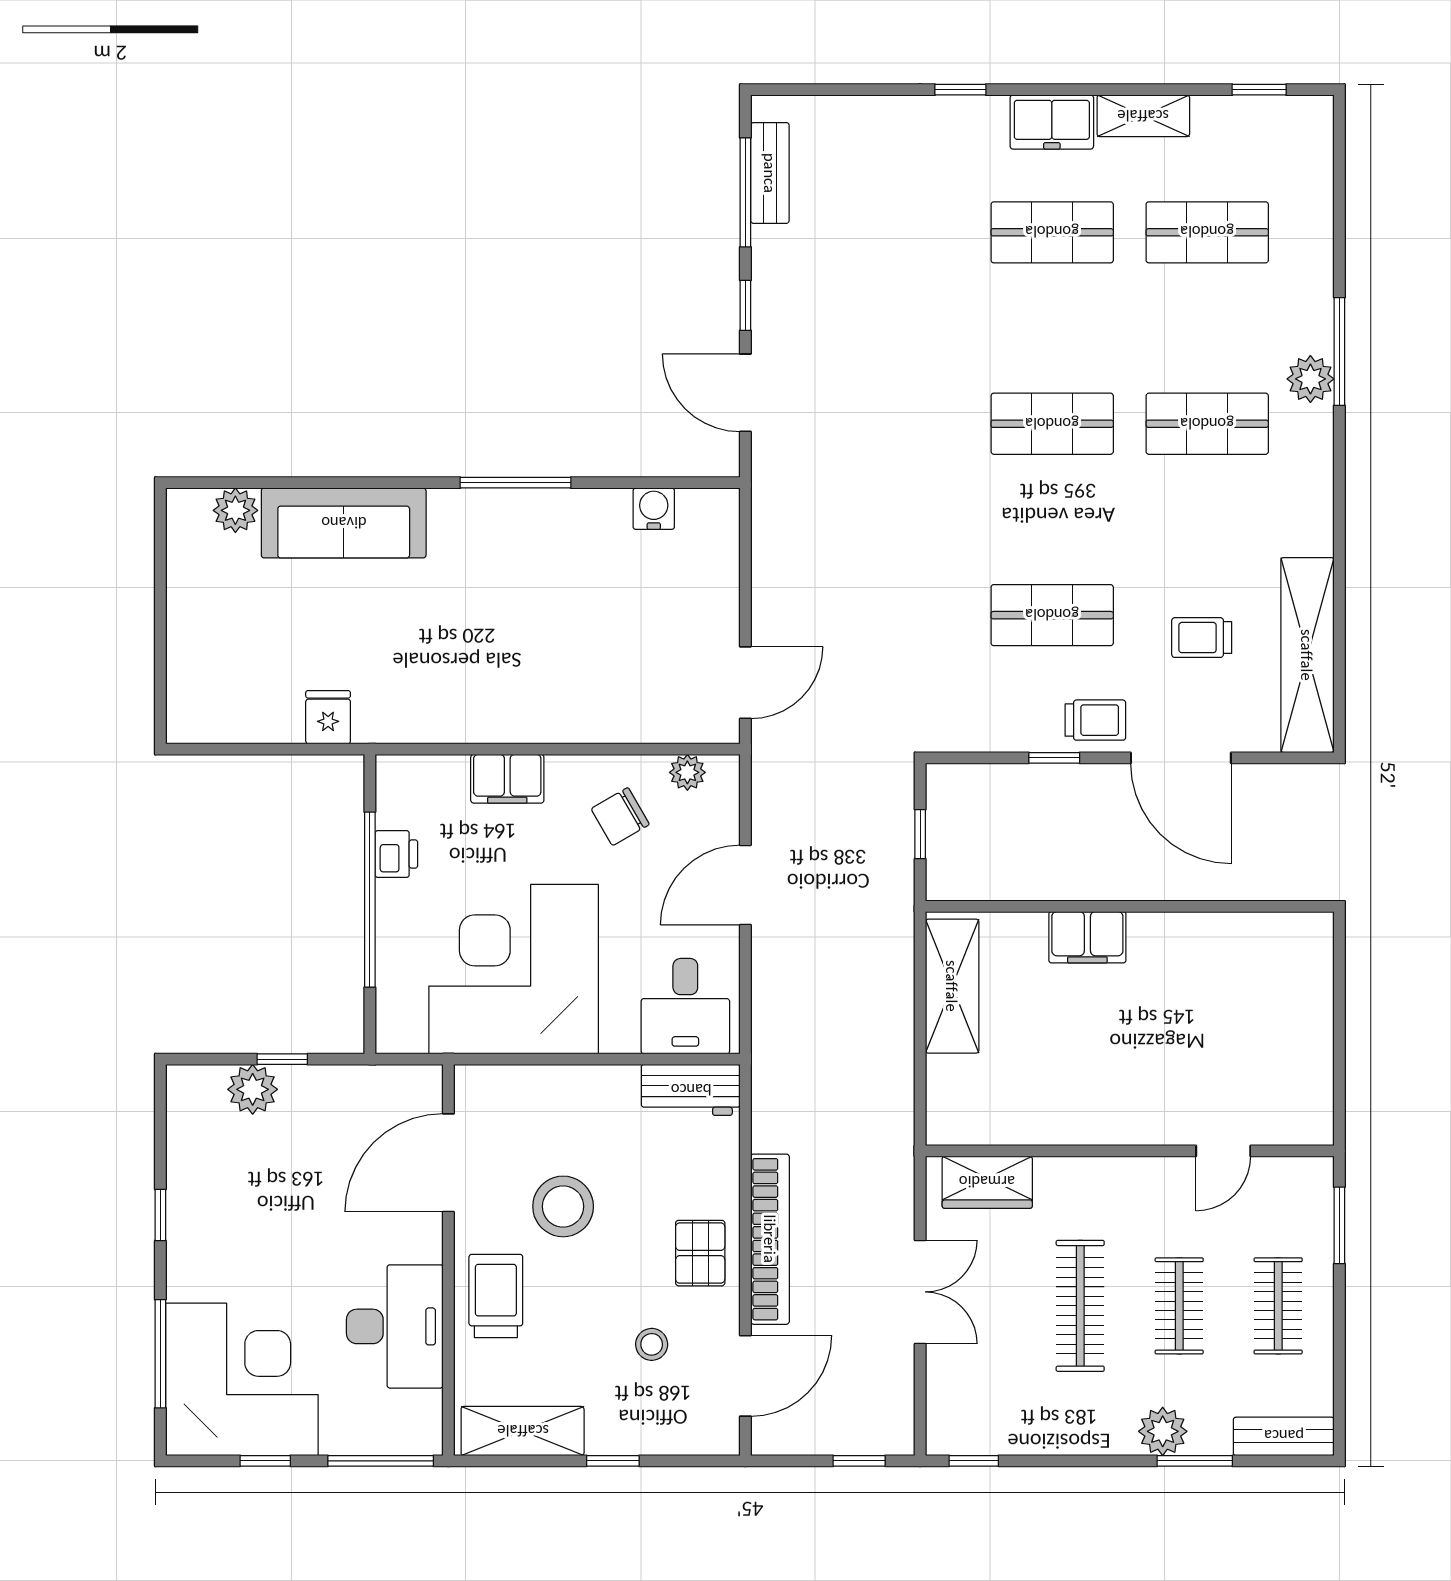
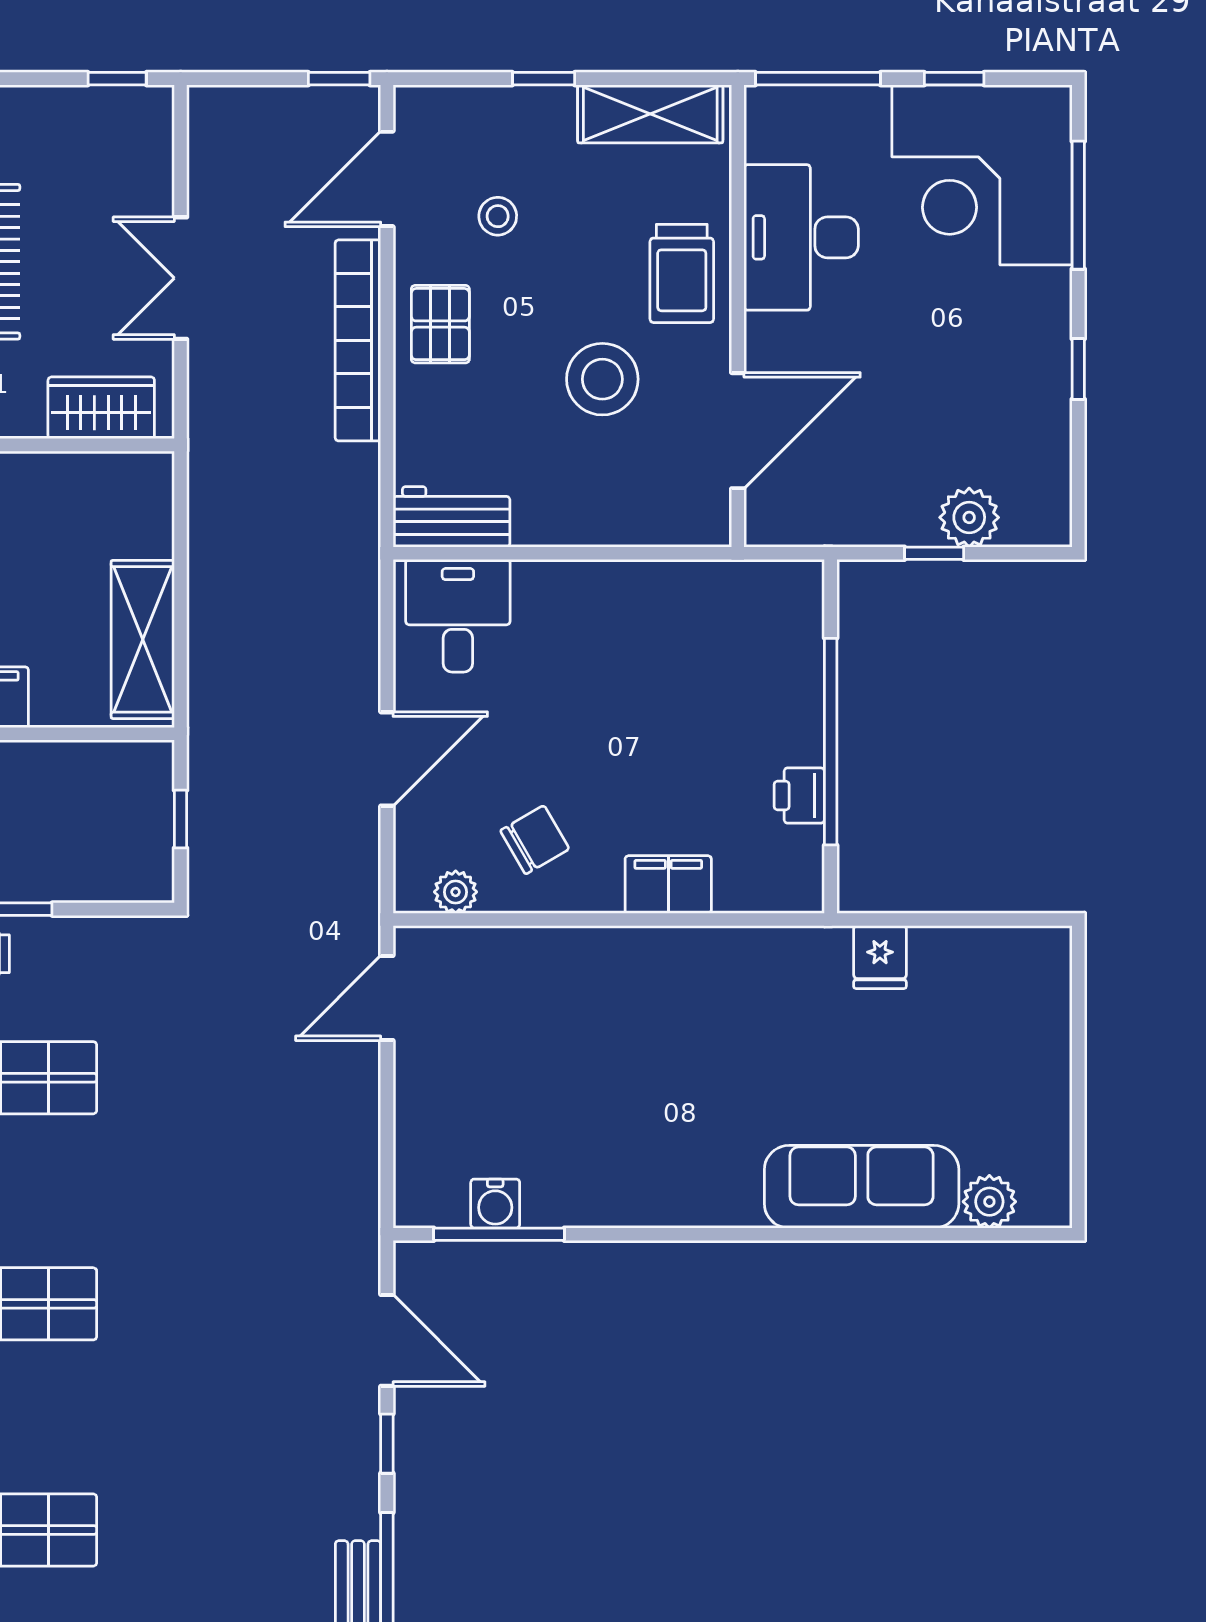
window: (516, 483) -> (499, 1234), moved
corner desk: (514, 969) -> (661, 659), removed
window: (859, 1461) -> (339, 79), moved

